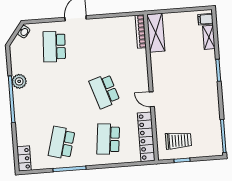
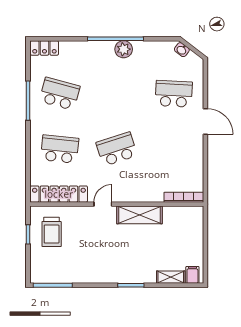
washbasin: (24, 32) -> (182, 50), moved
shelving: (156, 33) -> (139, 215), moved
plant: (19, 81) -> (124, 49), moved

